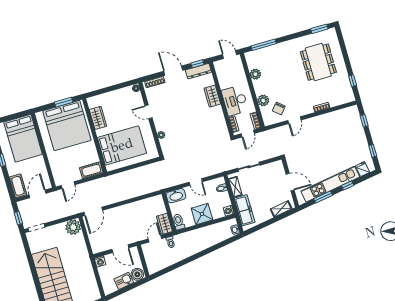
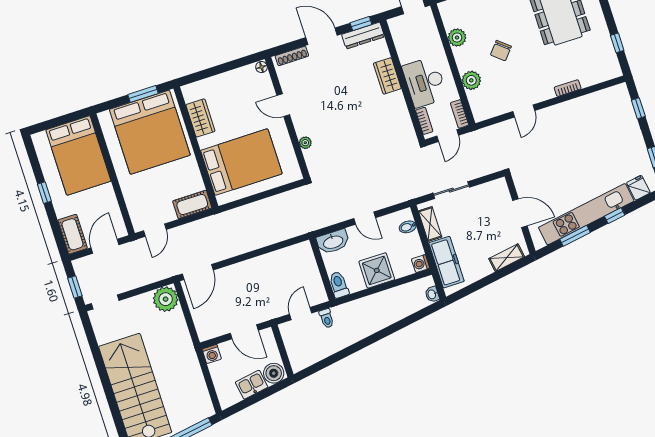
chair: (279, 108) -> (501, 51), moved
wardrobe: (164, 224) -> (315, 289), removed

